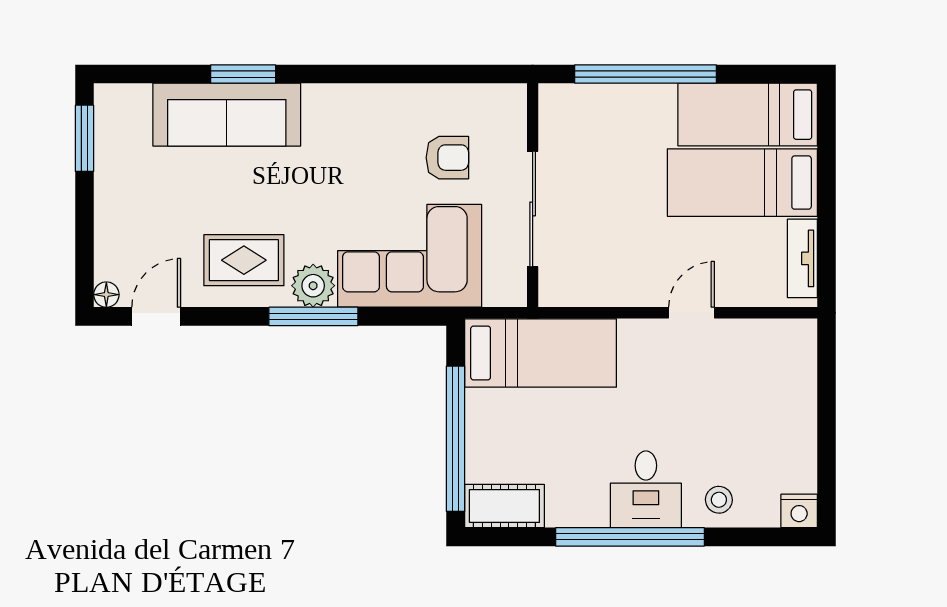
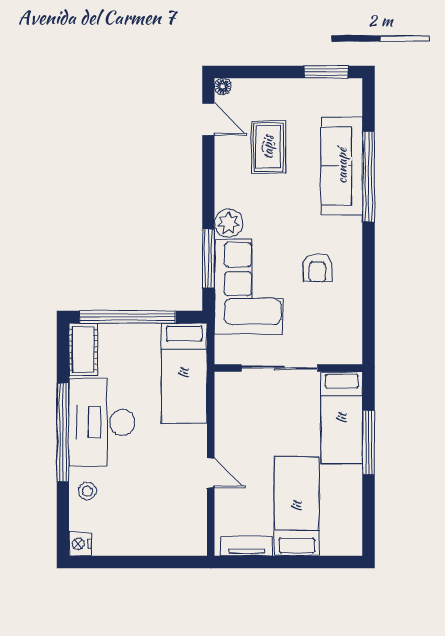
window: (243, 74) -> (369, 177), width x2.11
window: (645, 74) -> (369, 443), width x0.68
bed: (748, 115) -> (342, 418), moved, turned 180
armchair: (447, 158) -> (317, 268), moved
rug: (244, 260) -> (268, 147), moved
window: (313, 316) -> (208, 259), moved
desk: (646, 489) -> (102, 422), width x1.87, depth x1.30

